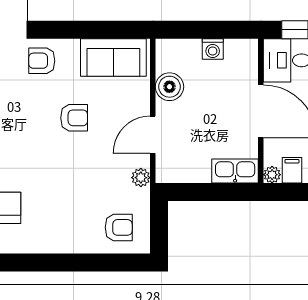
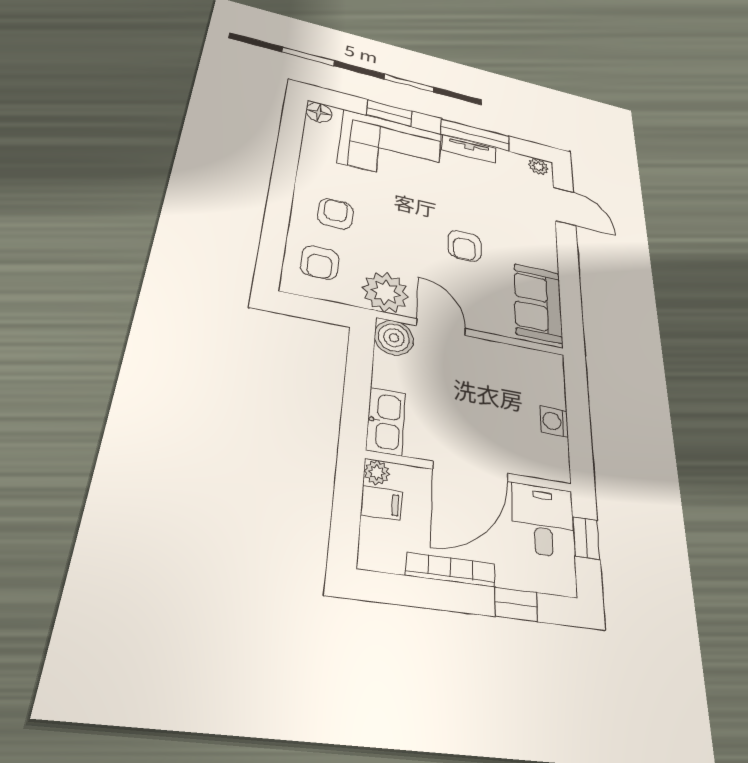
armchair: (42, 61) -> (335, 214), moved
boiler: (169, 87) -> (394, 338), moved
plant: (141, 178) -> (386, 292), width x1.87, depth x1.87

